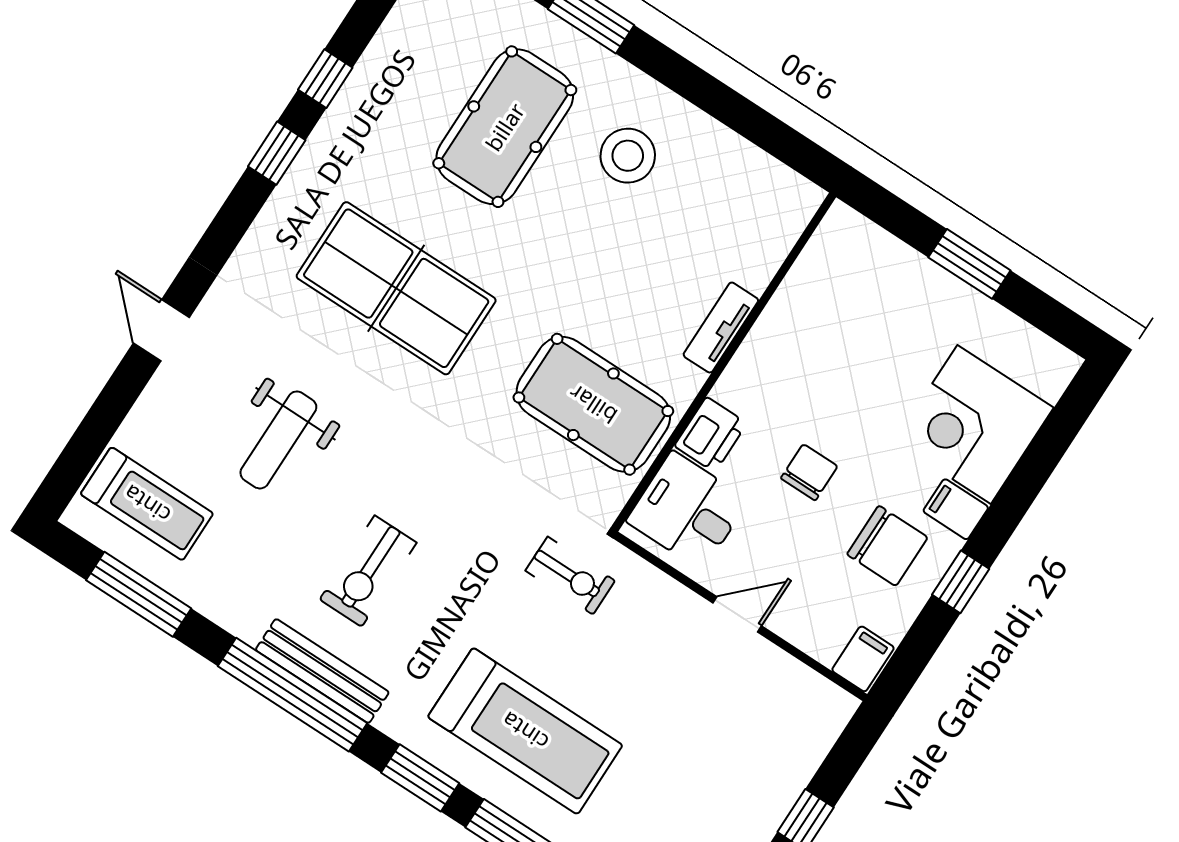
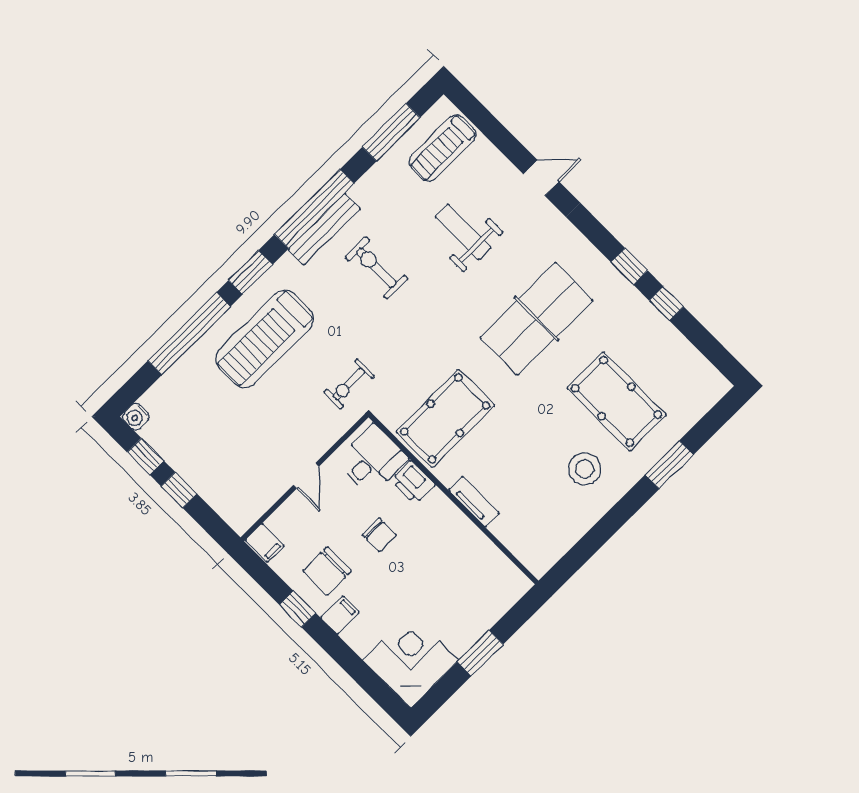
corner desk: (974, 424) -> (411, 660), moved

